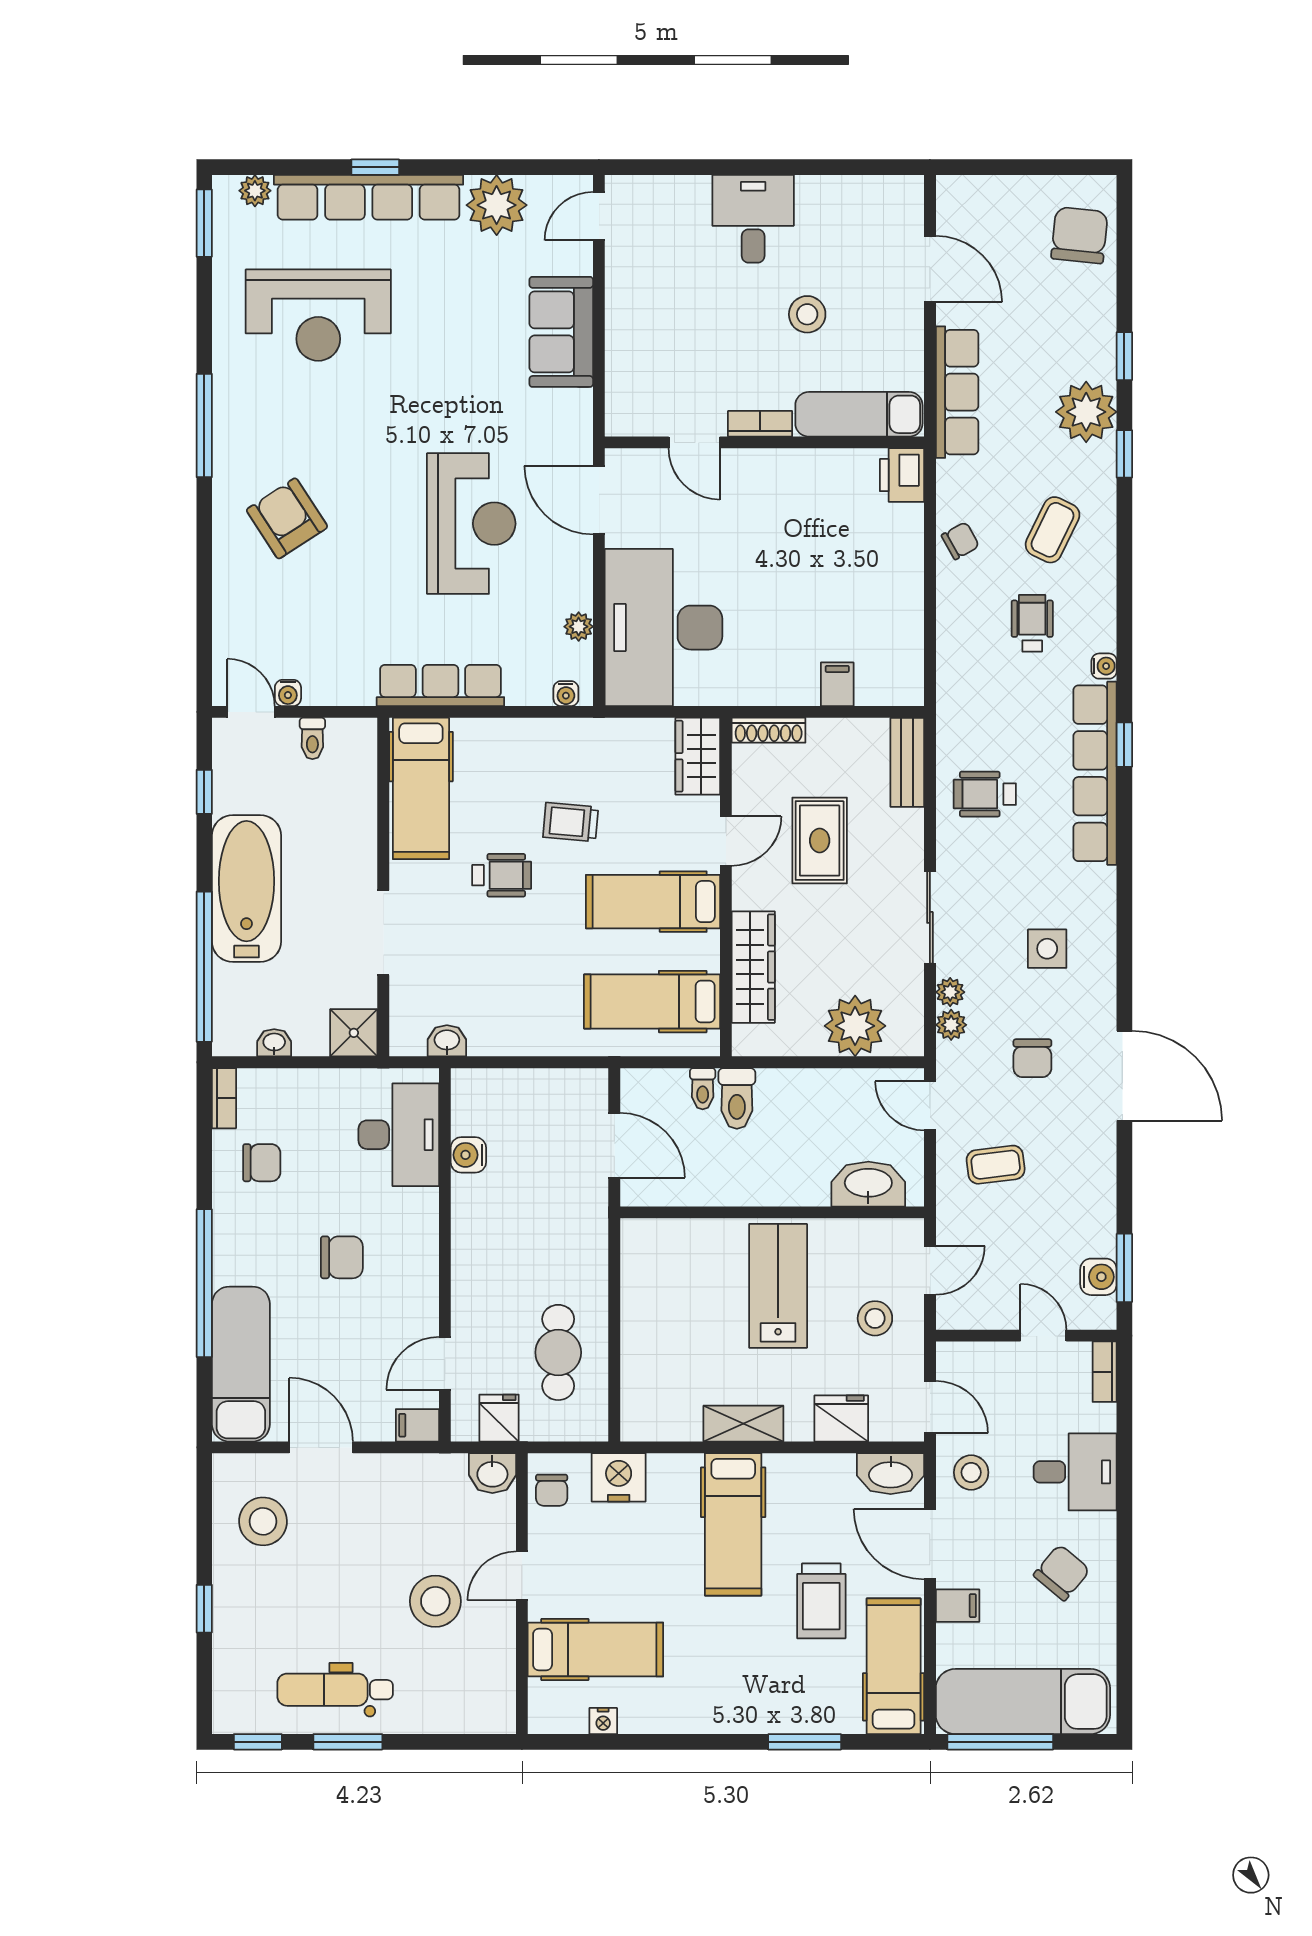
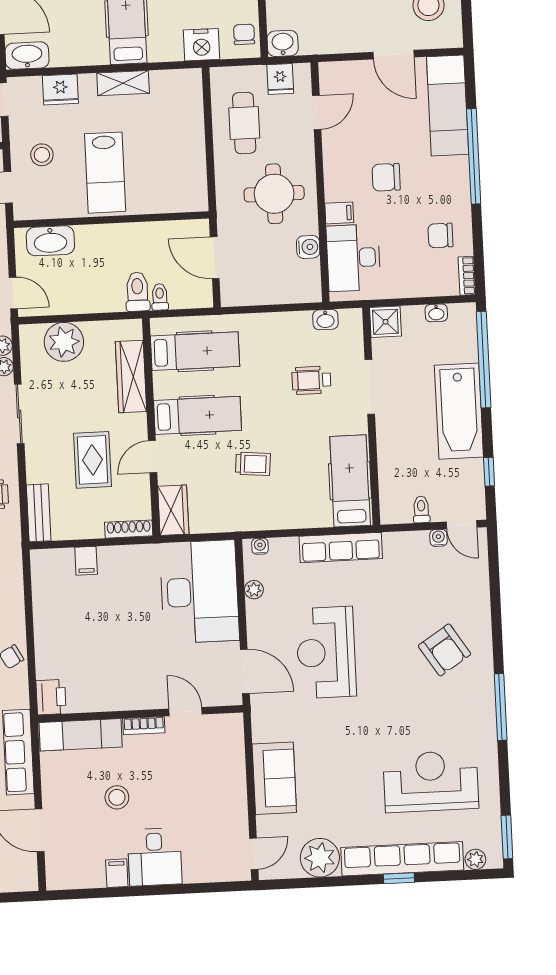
filing cabinet: (813, 196) -> (117, 873), added
wheelchair: (502, 875) -> (311, 380), moved
round table: (517, 1240) -> (274, 194), added
filing cabinet: (417, 1425) -> (339, 213), moved

